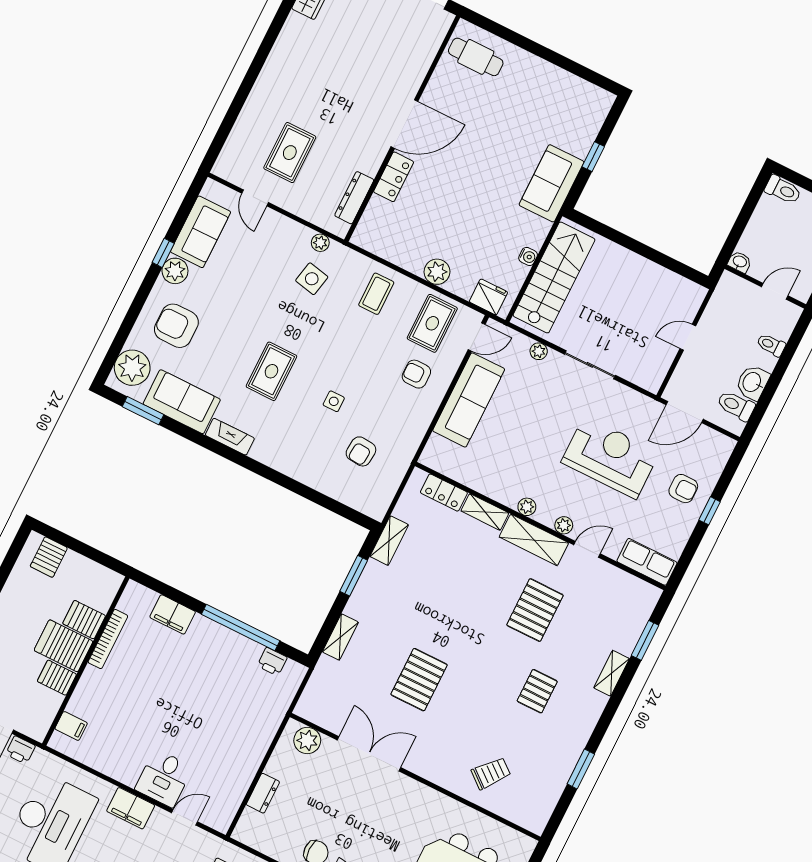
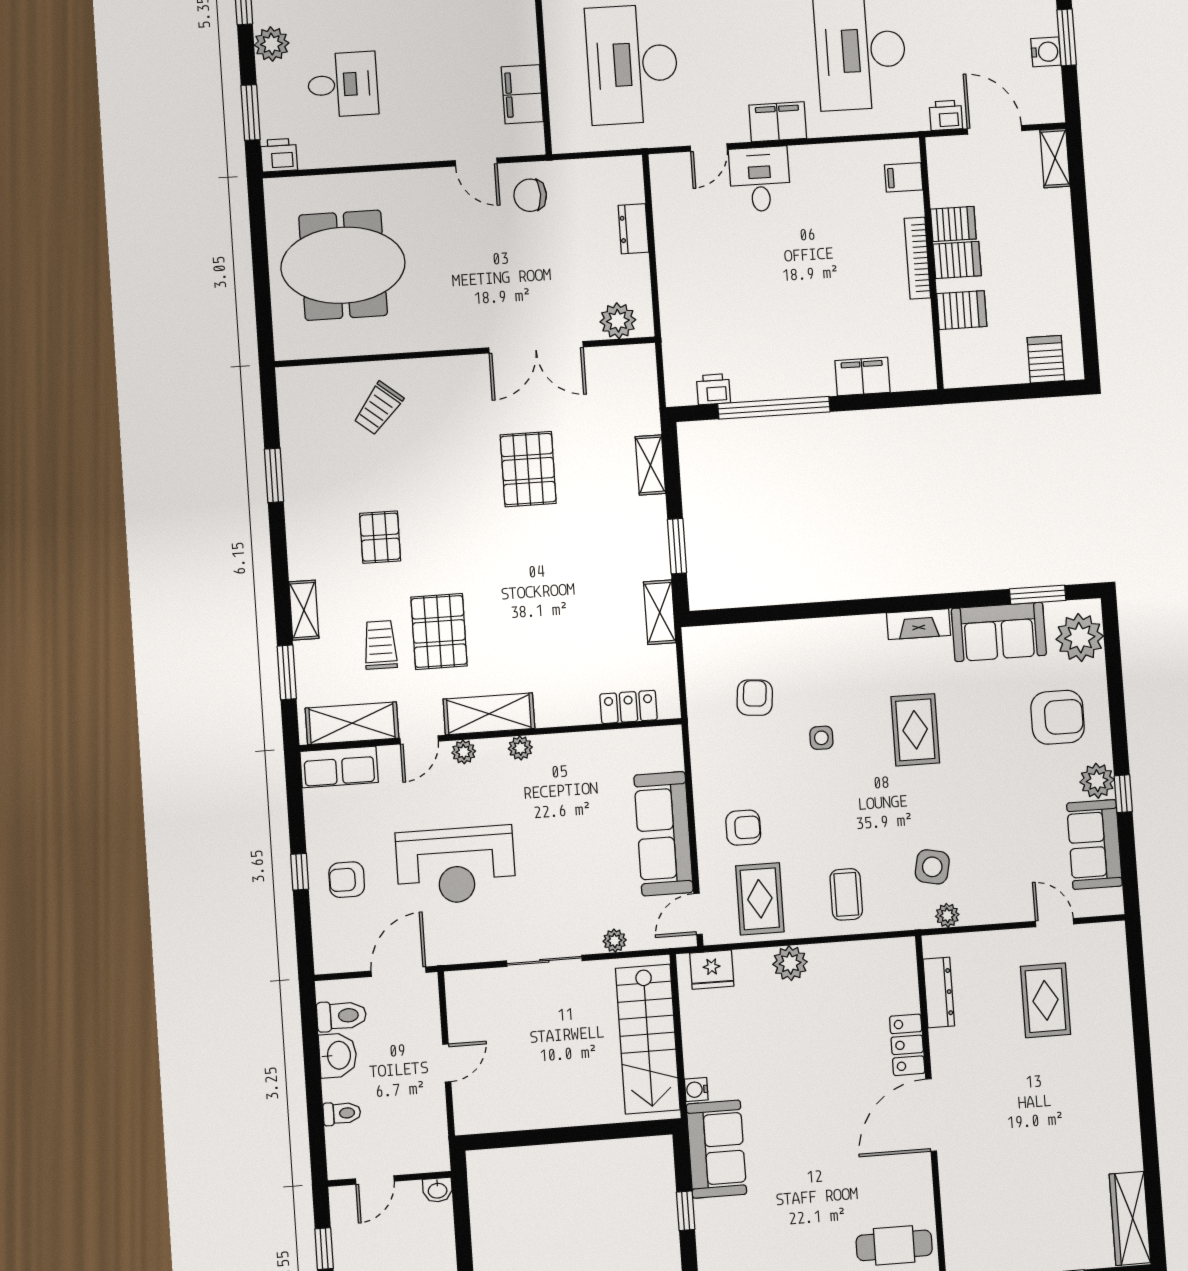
water cooler: (528, 256) -> (696, 1090), moved
shelving: (485, 512) -> (352, 723), moved, width x1.50, depth x1.33
trolley: (577, 623) -> (380, 645), added
bookcase: (108, 639) -> (917, 258), moved
server rack: (63, 646) -> (957, 260), width x0.73, depth x0.70

